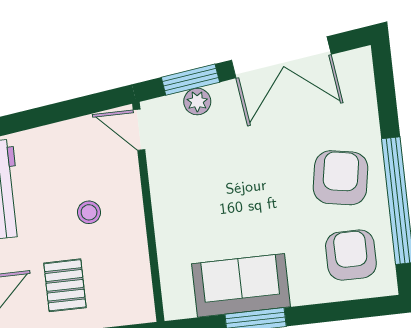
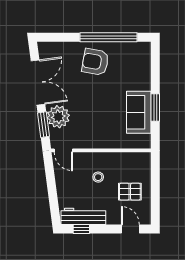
plant: (197, 102) -> (58, 117), width x1.88, depth x1.88
door: (139, 130) -> (63, 150), hinge flipped
armchair: (351, 255) -> (131, 61), removed

